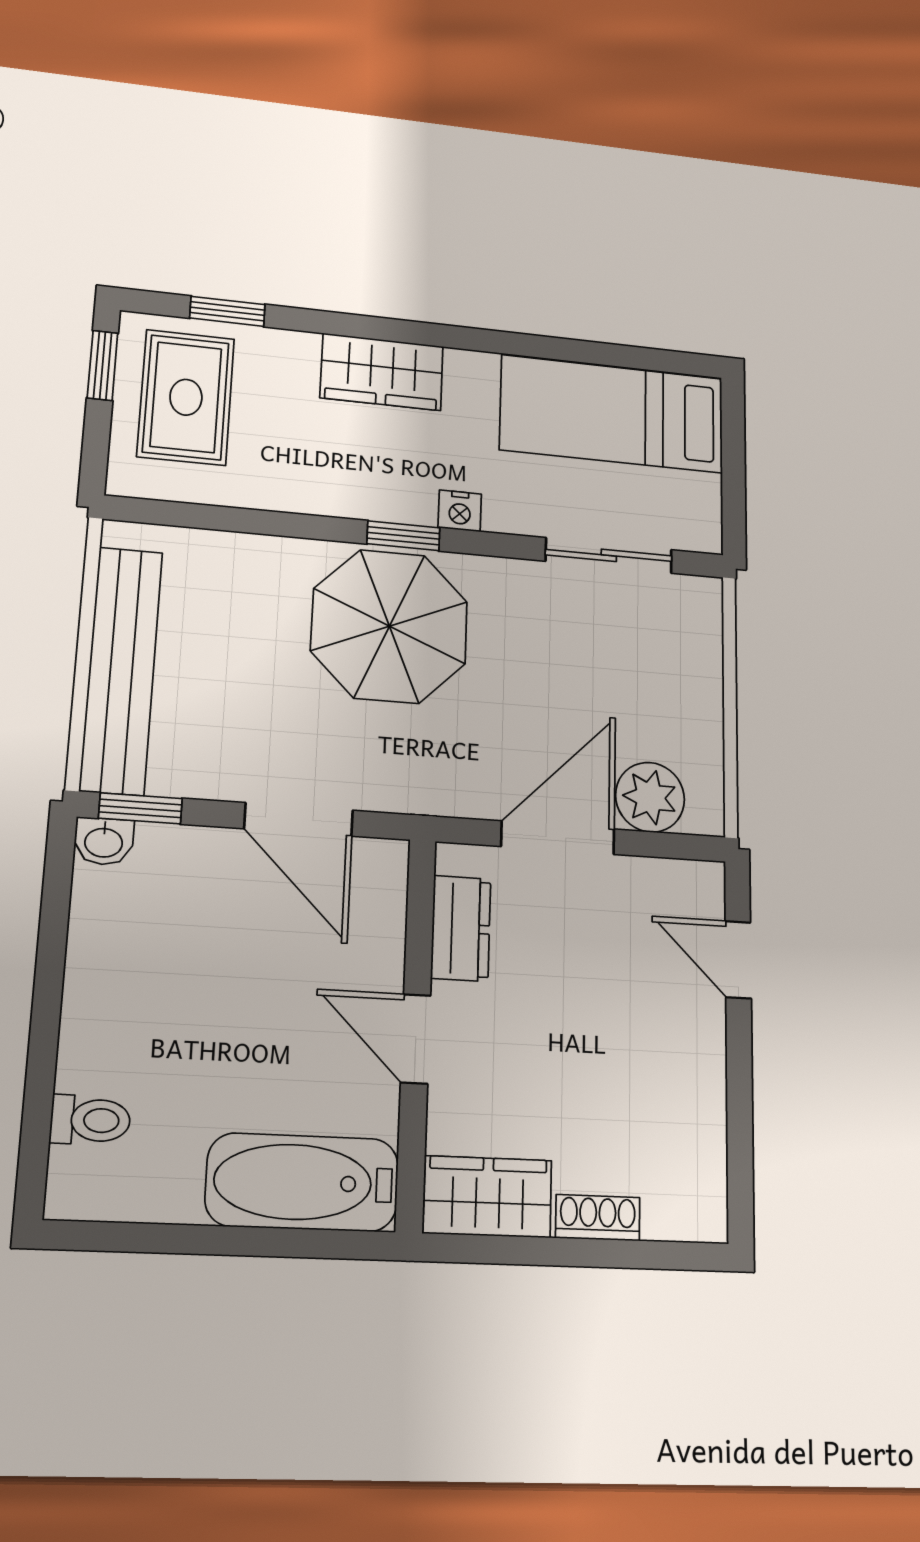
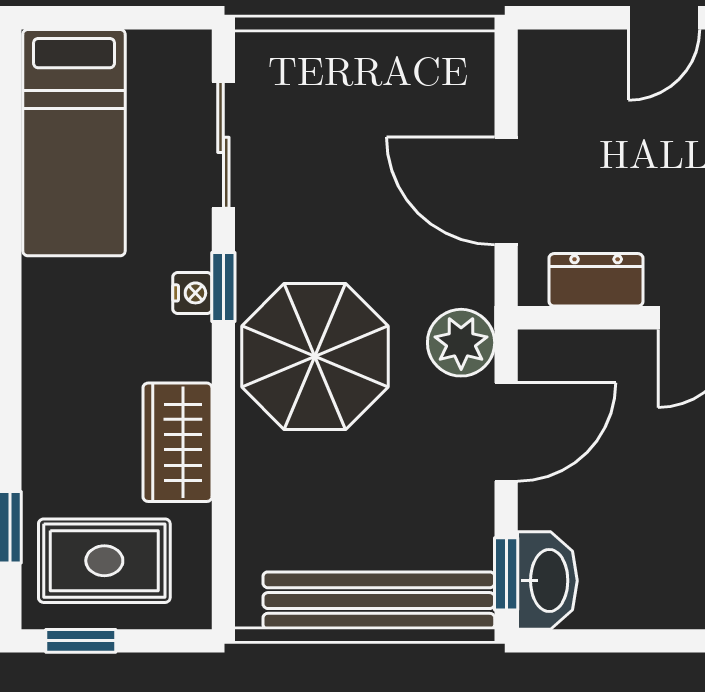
wardrobe: (382, 372) -> (177, 442), moved, turned 180
window: (403, 536) -> (223, 287), moved
plant: (650, 797) -> (461, 343), moved
washbasin: (104, 841) -> (547, 581), width x1.91, depth x1.45
door: (738, 960) -> (664, 18), moved

